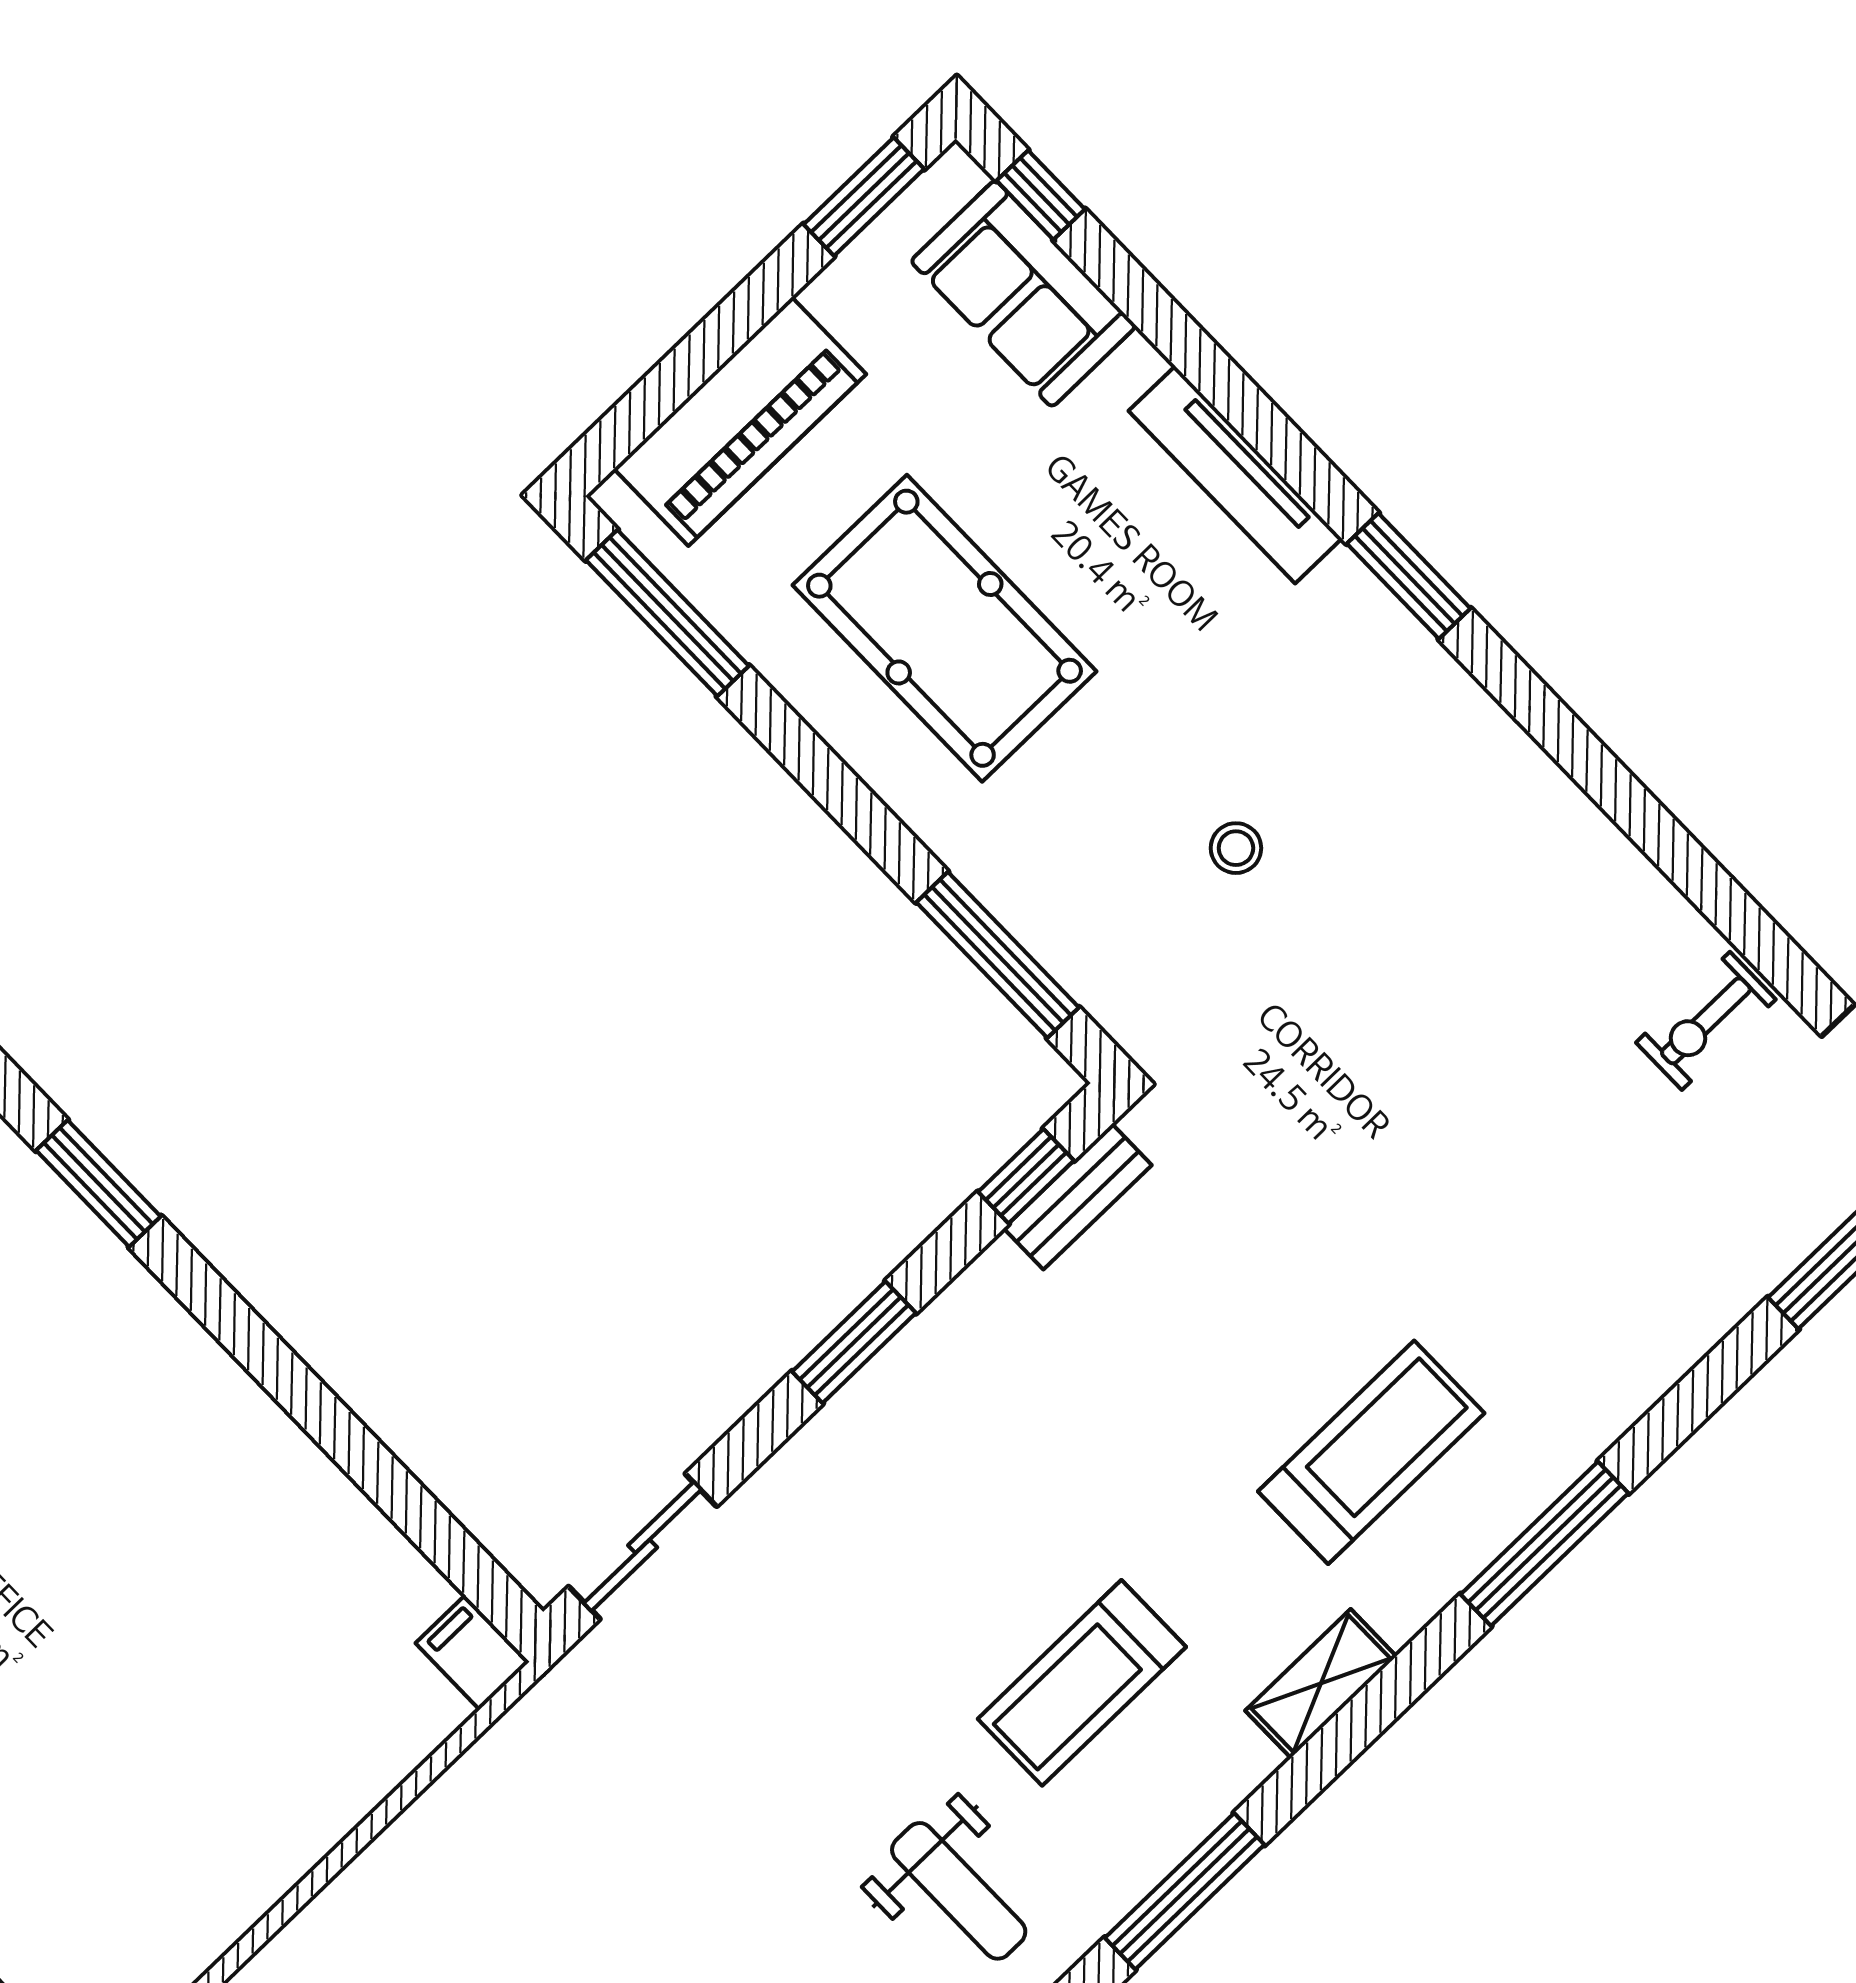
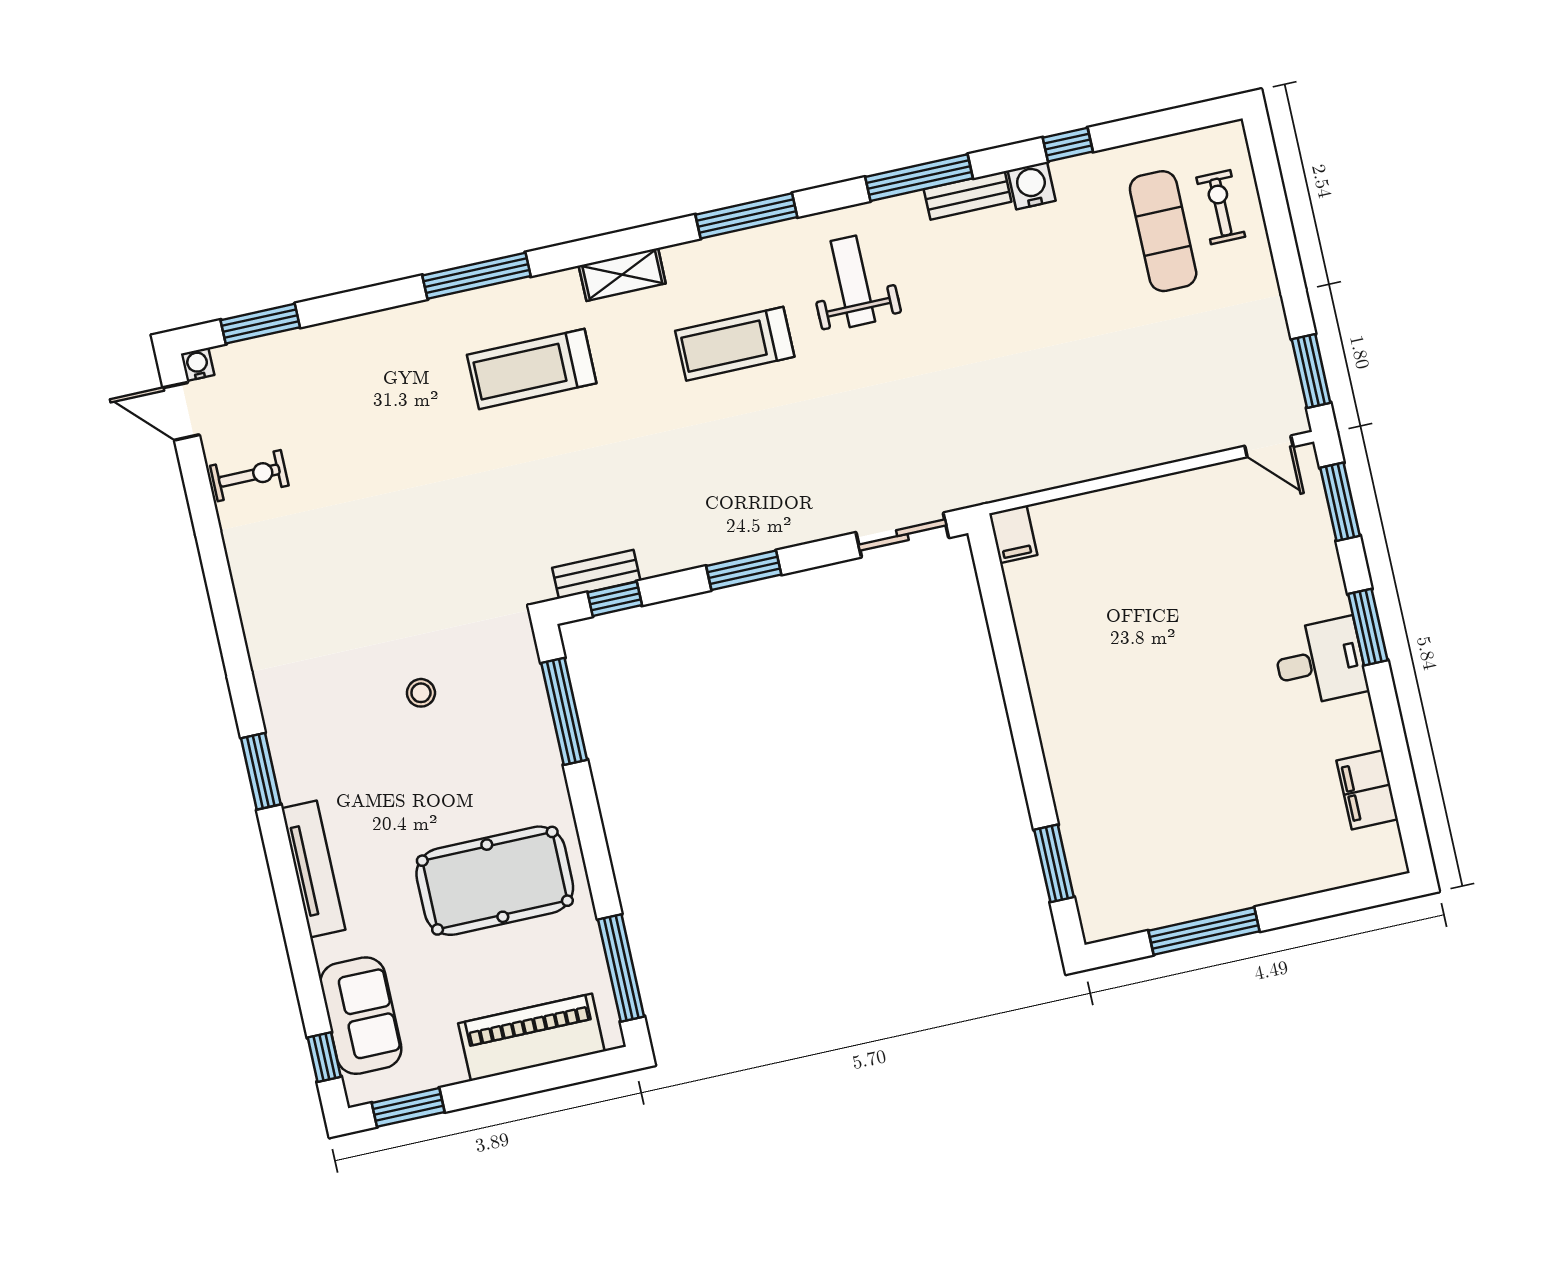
pool table: (944, 628) -> (495, 881), turned 90
treadmill: (1082, 1683) -> (735, 344), turned 180

